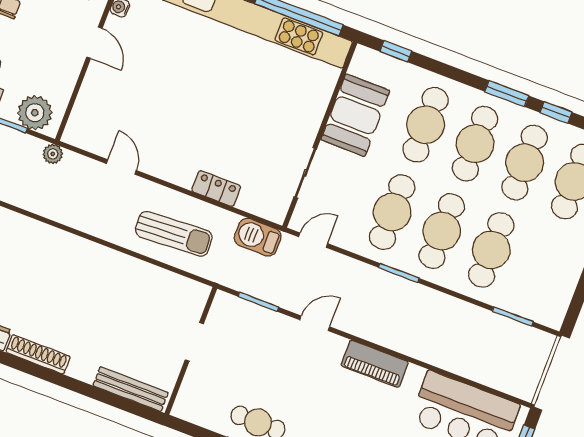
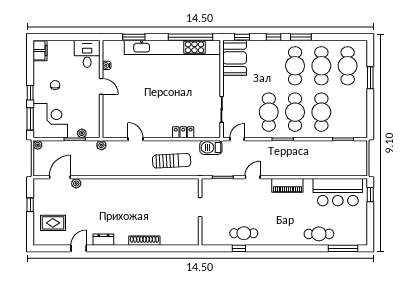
window: (556, 112) -> (273, 37), moved
plant: (35, 113) -> (82, 133), width x0.53, depth x0.53
booth: (355, 115) -> (235, 58), moved
cafe table: (426, 125) -> (269, 66), removed
shoe rack: (38, 354) -> (144, 241), moved
bench: (131, 389) -> (179, 240), removed

